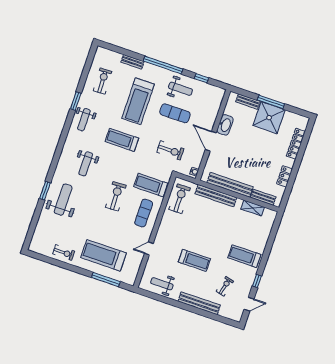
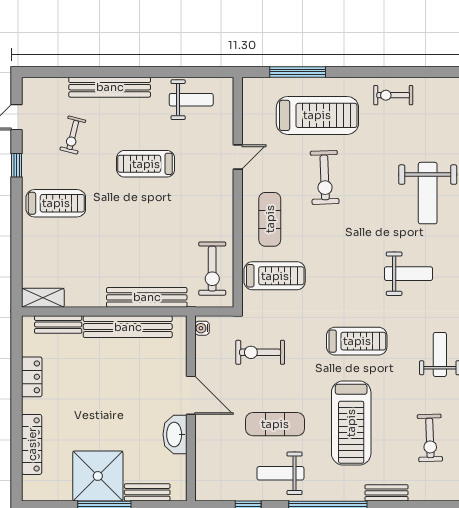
treadmill: (138, 101) -> (351, 423), turned 180
weight bench: (86, 164) -> (408, 274), turned 90
exercise bike: (116, 196) -> (325, 177), moved
shelving: (253, 208) -> (43, 298), moved

